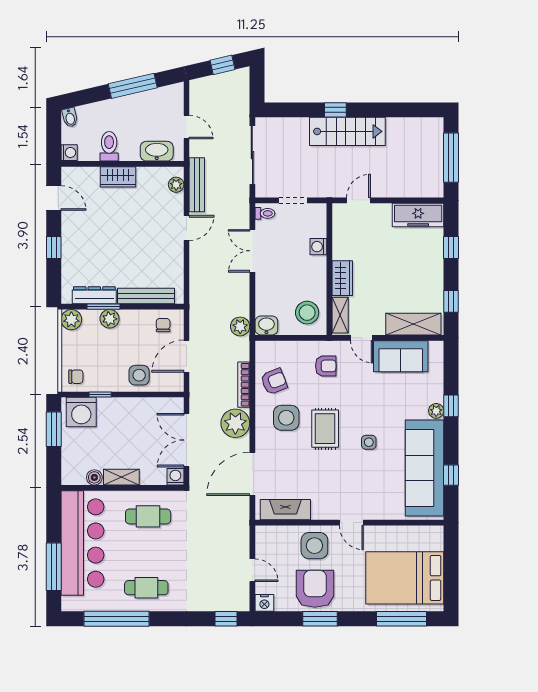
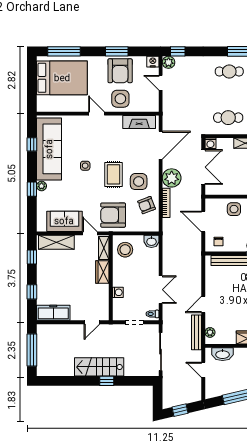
plant: (240, 326) -> (169, 62), moved
door: (187, 356) -> (203, 222), swing flipped
armchair: (326, 366) -> (113, 215), width x1.88, depth x1.88

